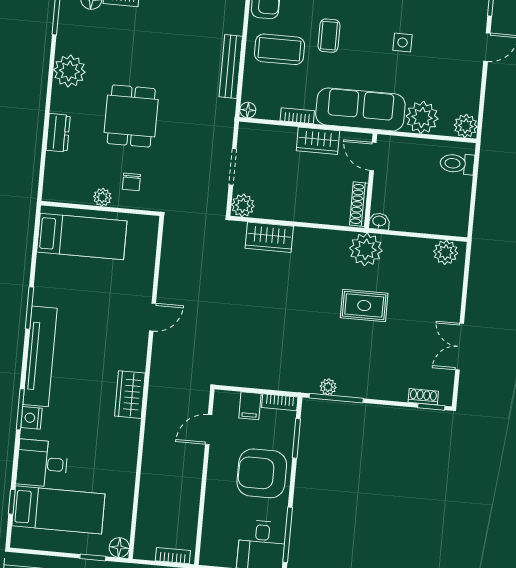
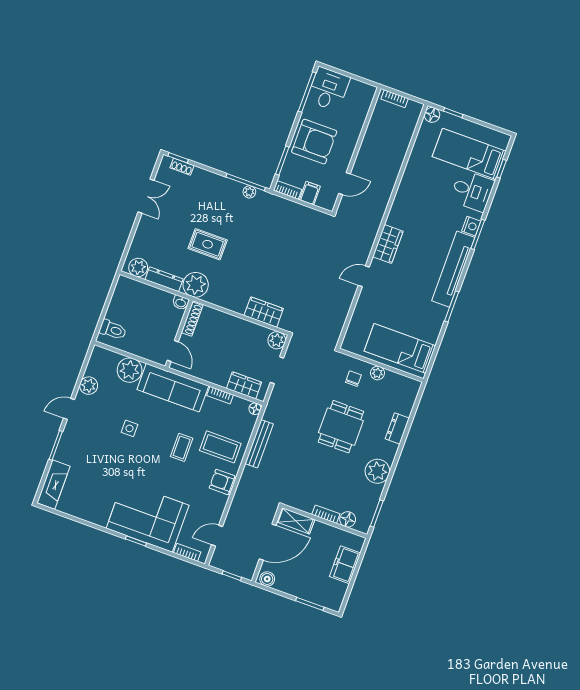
plant: (466, 126) -> (89, 386), moved
wardrobe: (318, 141) -> (244, 385), moved
dresser: (408, 246) -> (164, 279), added
wardrobe: (130, 395) -> (388, 244), moved

